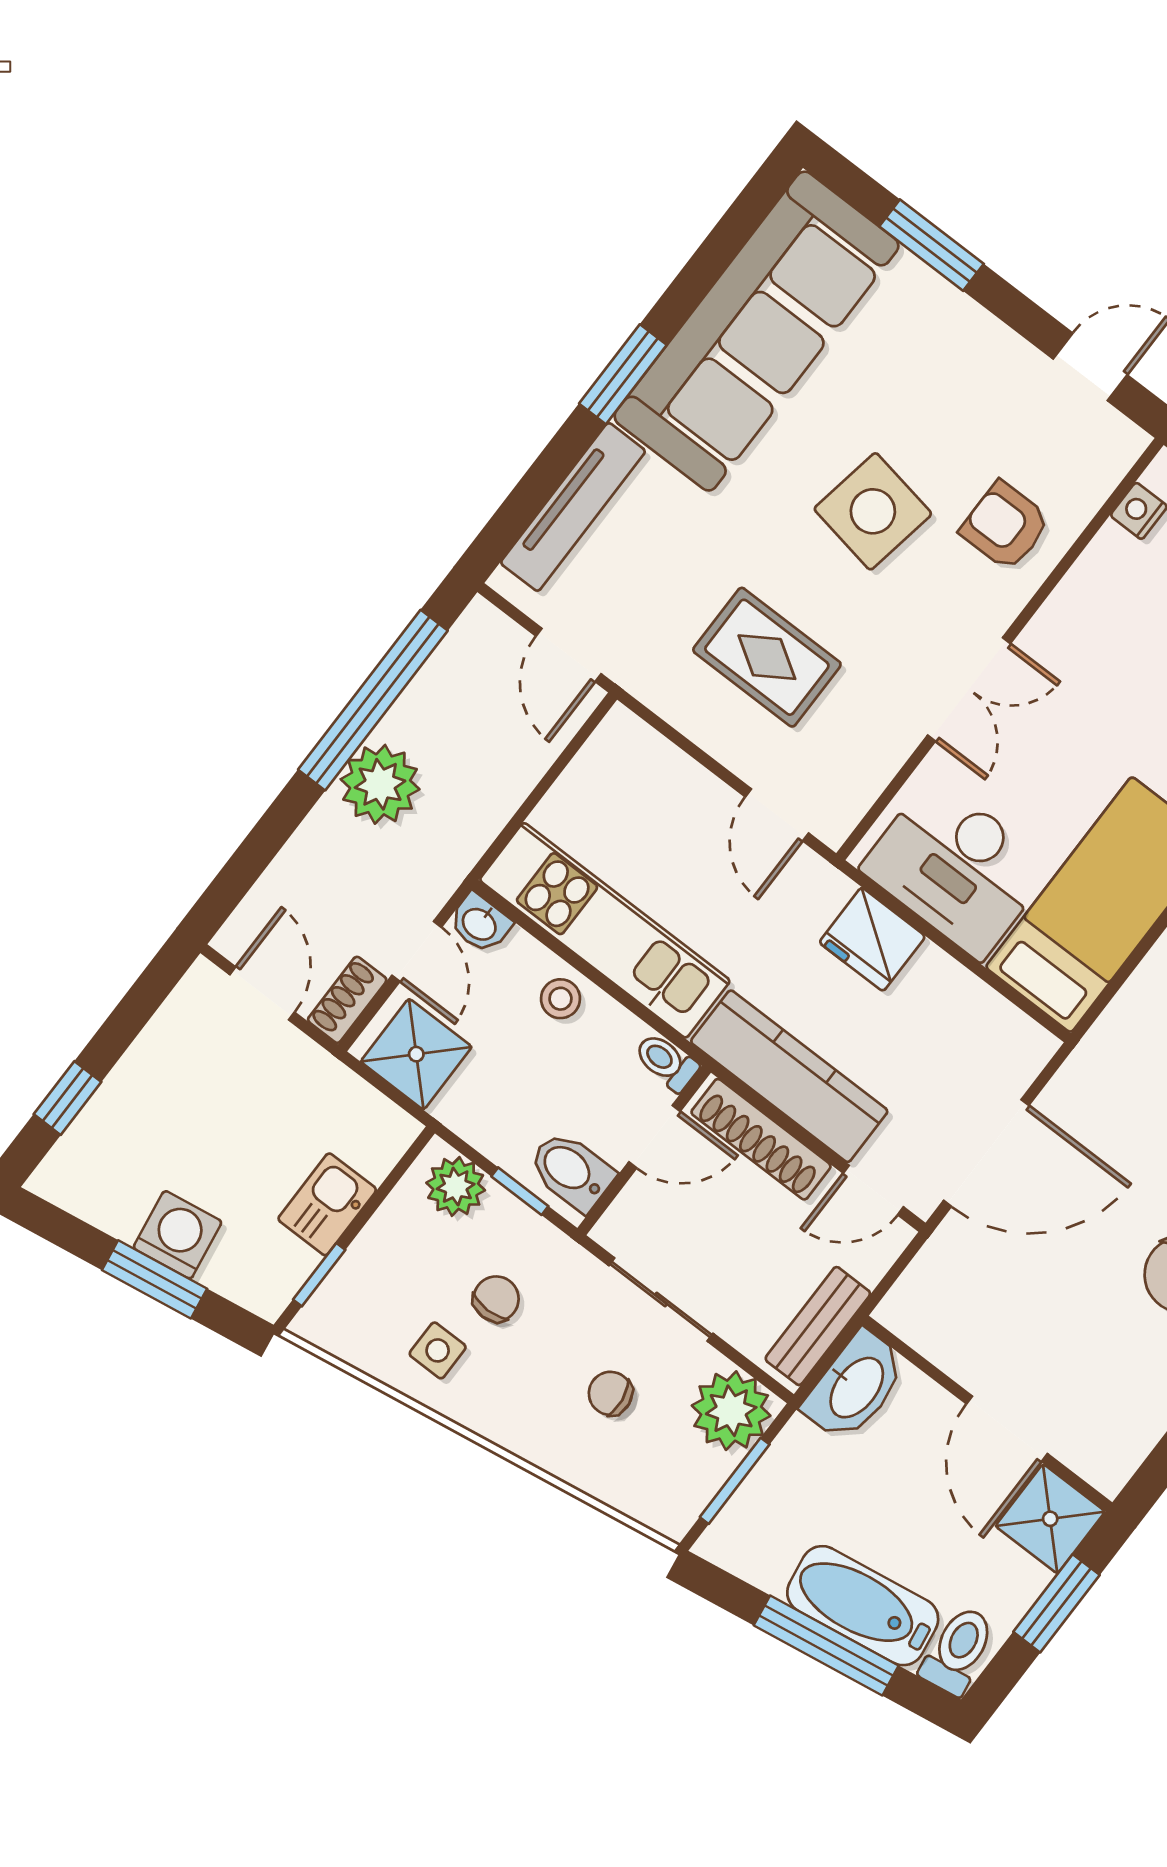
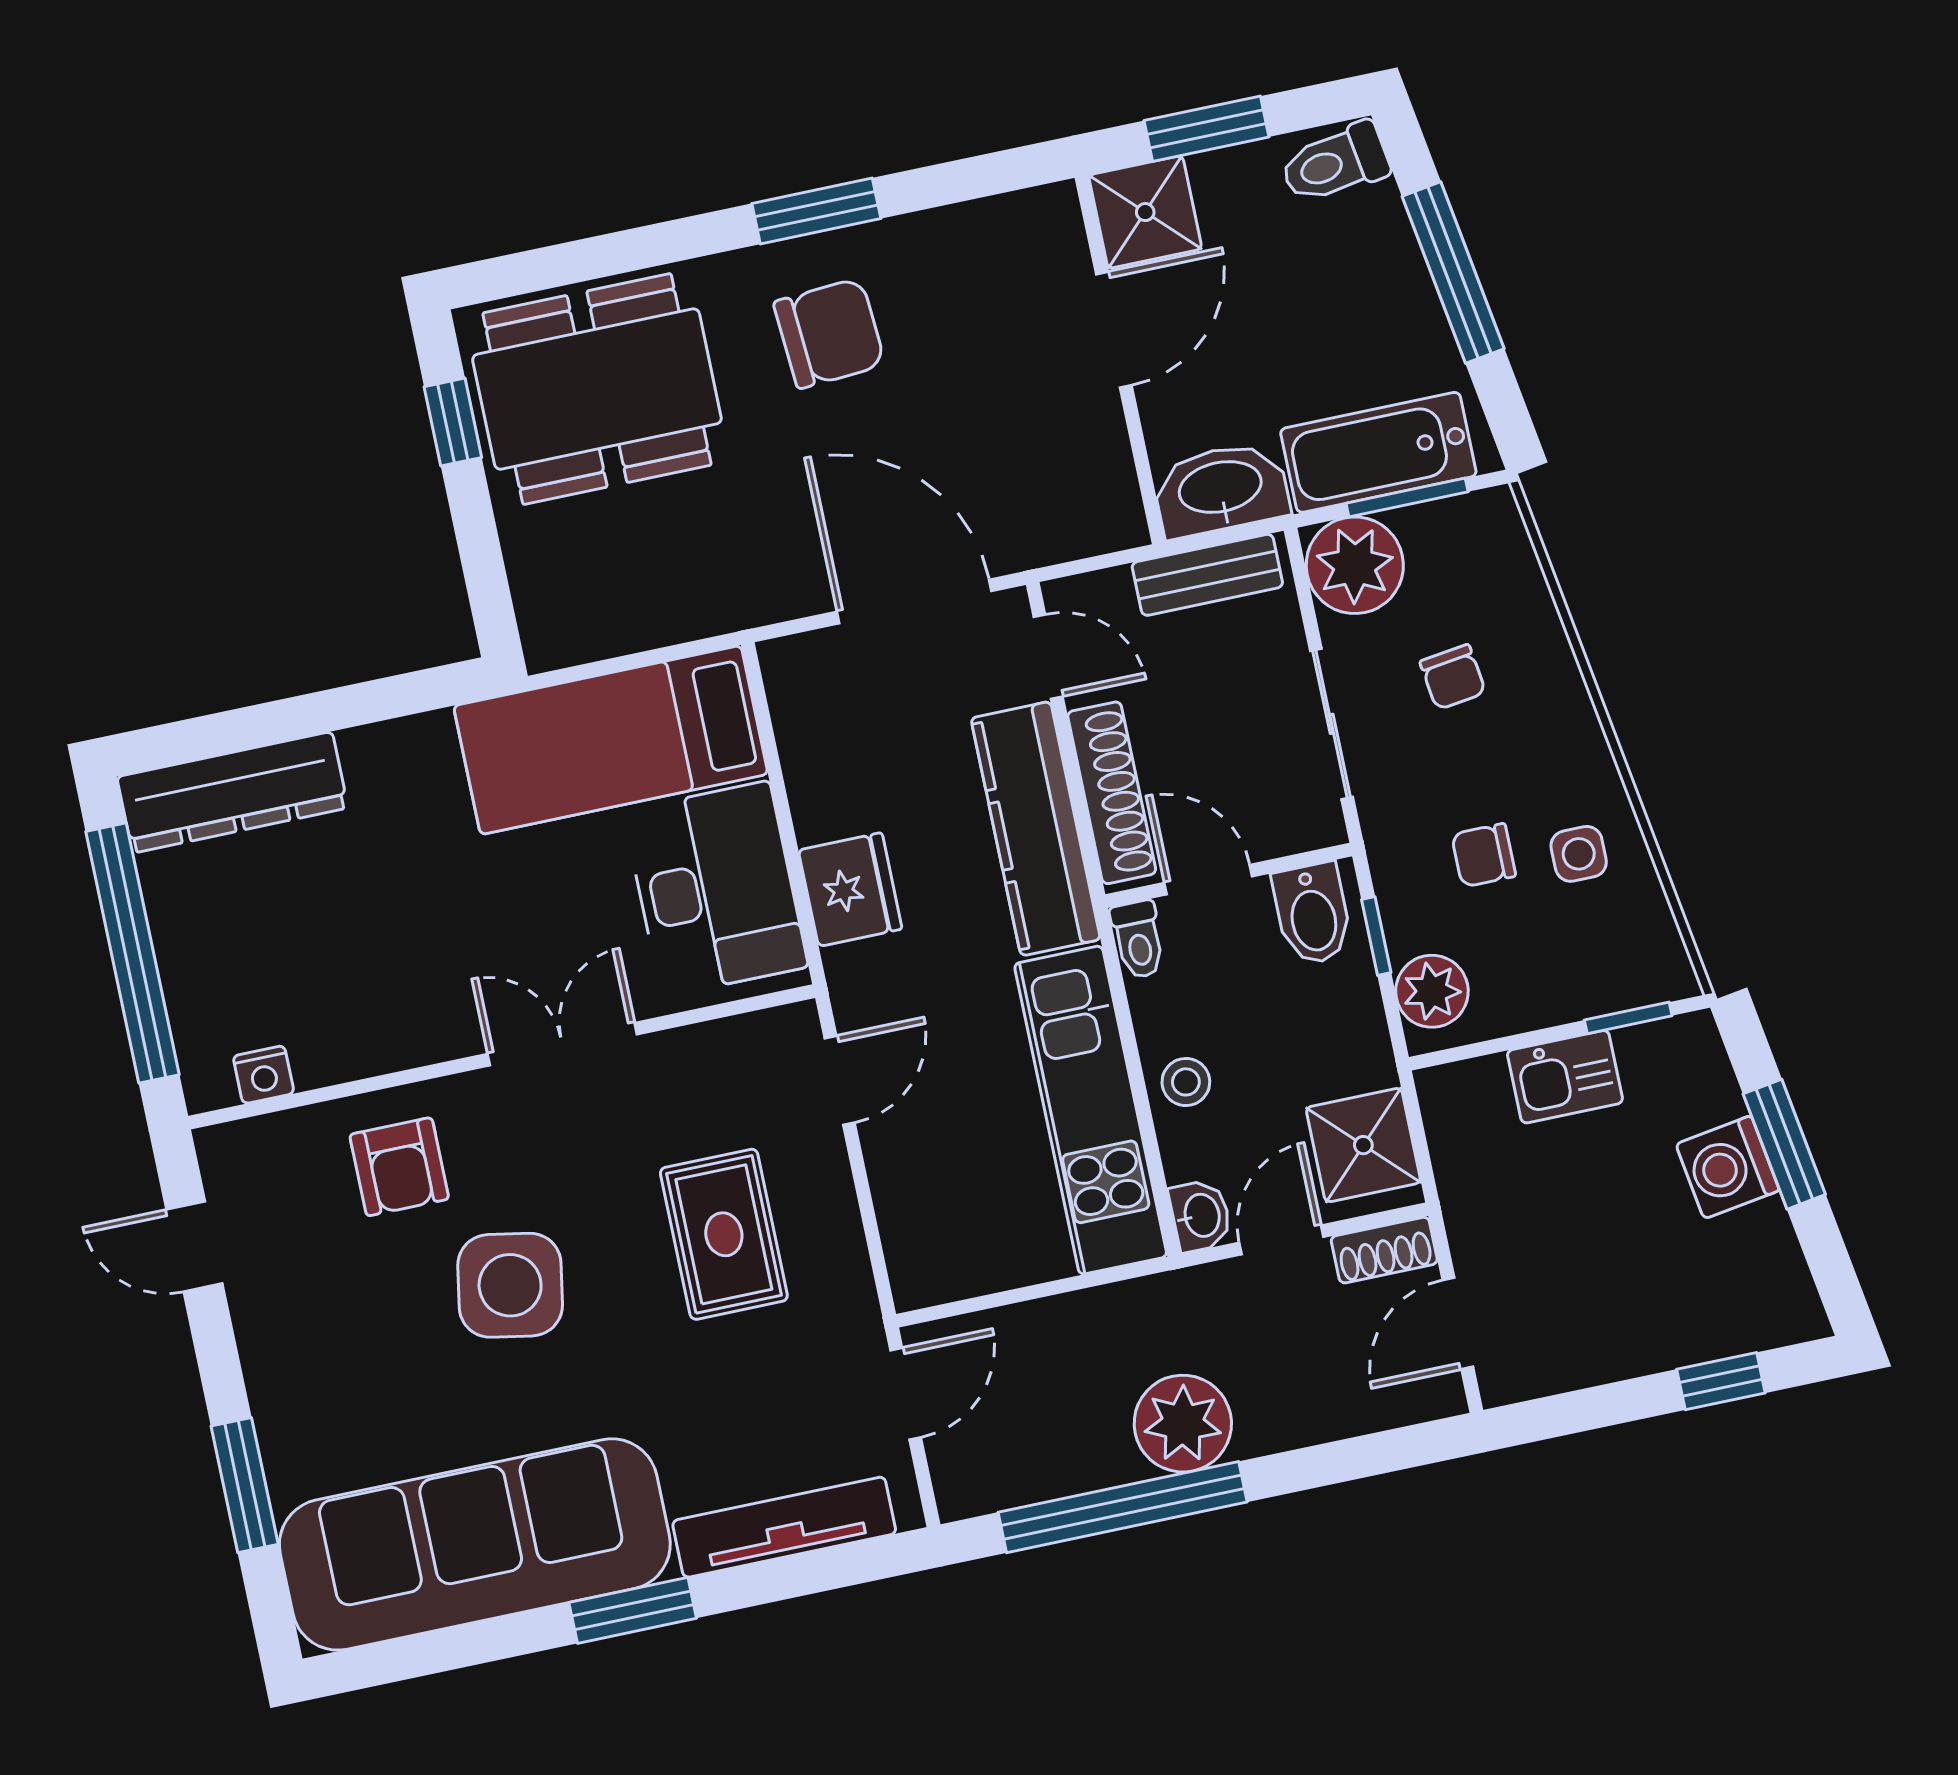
bathtub: (863, 1606) -> (1378, 452), moved, turned 99

